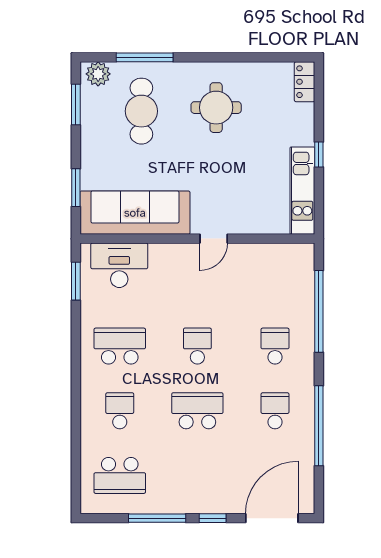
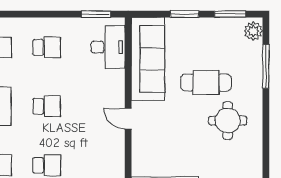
cafe table: (141, 111) -> (206, 83), moved
window: (76, 188) -> (184, 14), moved
school desk: (120, 346) -> (47, 47), width x0.54

